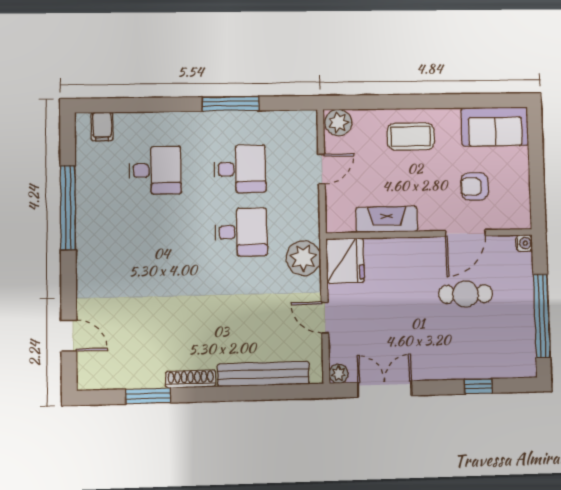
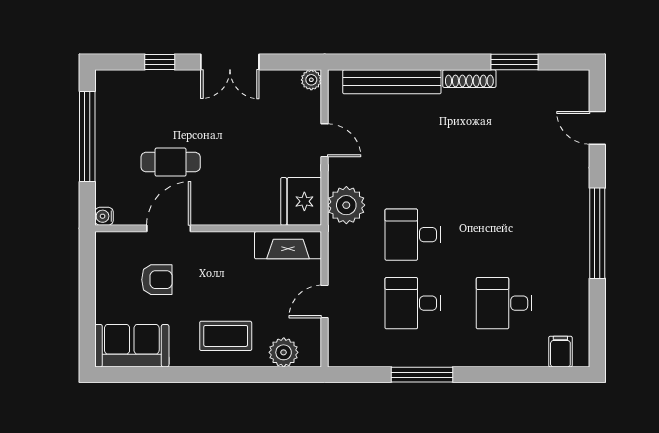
plant: (338, 123) -> (284, 352), moved
window: (68, 208) -> (597, 233), moved
fireplace: (387, 219) -> (288, 245), moved
double door: (385, 389) -> (230, 62), moved

